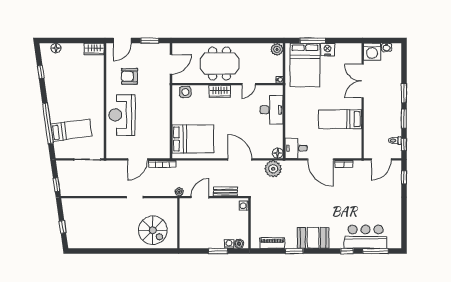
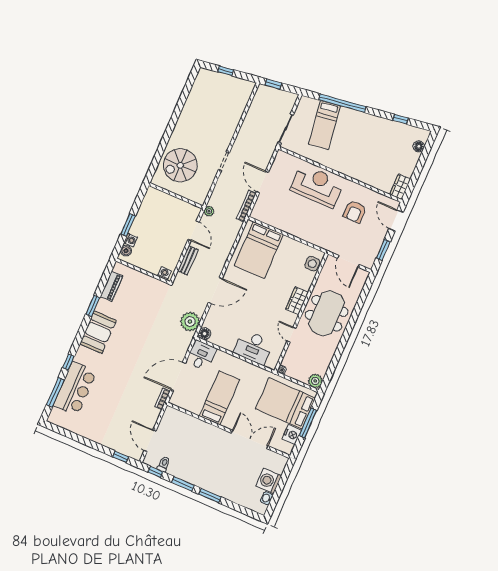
armchair: (129, 76) -> (355, 212), turned 180
double door: (363, 81) -> (250, 439), moved
wall: (363, 101) -> (229, 430), moved
bed: (340, 119) -> (220, 398), moved

